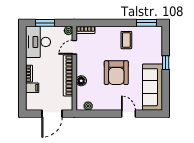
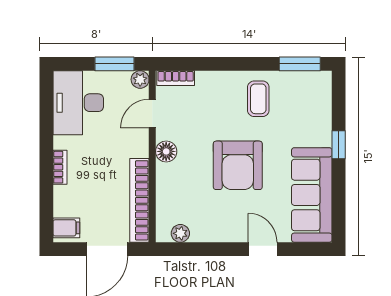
window: (45, 23) -> (115, 64), moved
bookcase: (68, 75) -> (139, 200), moved
floor lamp: (81, 81) -> (166, 151), moved
filing cabinet: (32, 88) -> (66, 228), moved

